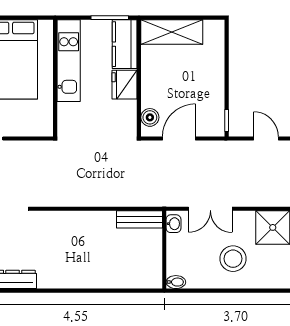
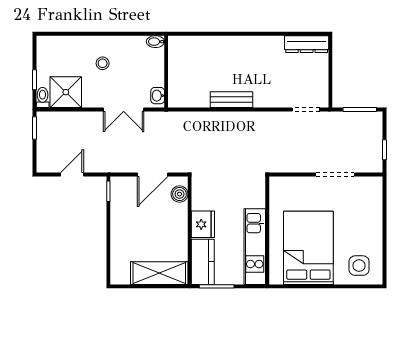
door: (266, 139) -> (72, 174), swing flipped
double door: (210, 209) -> (124, 109), swing flipped
bench: (139, 219) -> (231, 100), moved
stool: (233, 259) -> (103, 63), width x0.53, depth x0.53

